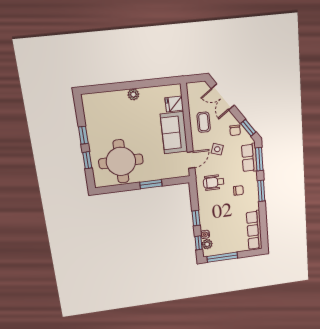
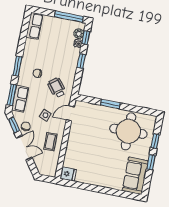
plant: (133, 94) -> (100, 182), removed
double door: (223, 97) -> (24, 148), moved
fridge: (174, 104) -> (68, 174), moved
sofa: (174, 133) -> (135, 176), moved, turned 180
wheelchair: (214, 182) -> (57, 88), turned -128
row of seats: (254, 230) -> (35, 26), width x0.68

